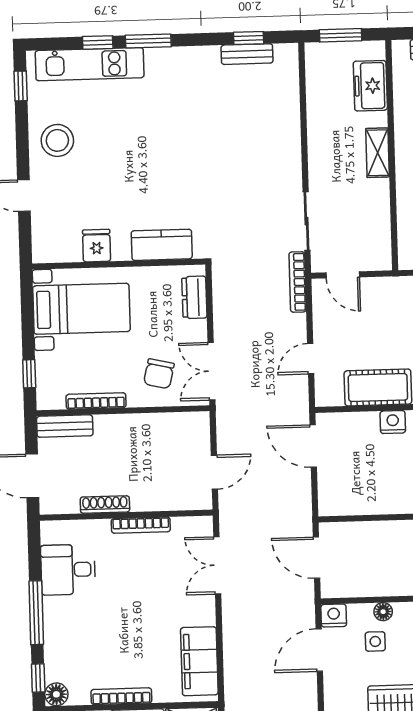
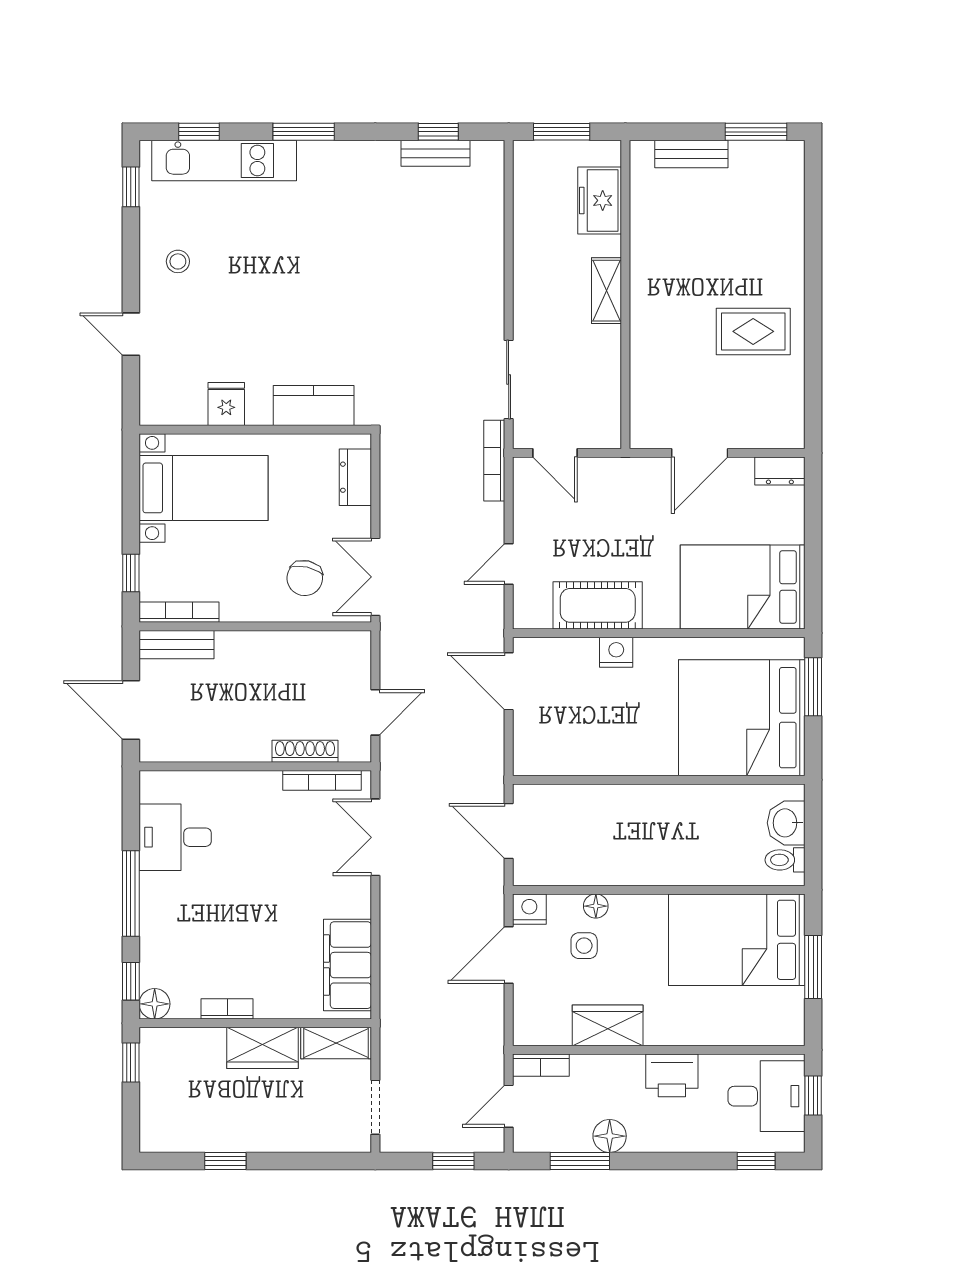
window: (98, 42) -> (199, 132), moved
stool: (57, 140) -> (178, 261), width x0.53, depth x0.53
bookcase: (96, 401) -> (179, 612), moved
shoe rack: (105, 504) -> (305, 751), moved
bookcase: (141, 525) -> (322, 780), moved
bookcase: (121, 696) -> (227, 1009), width x0.64

